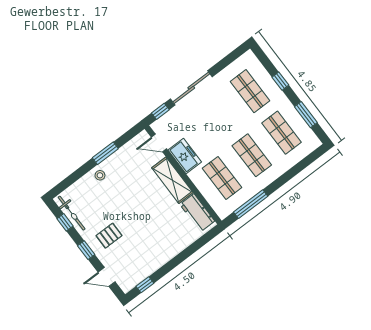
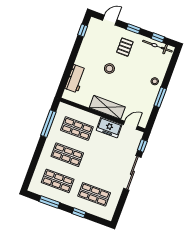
workbench: (197, 213) -> (75, 79), moved, turned 90
stool: (142, 222) -> (109, 69), added

